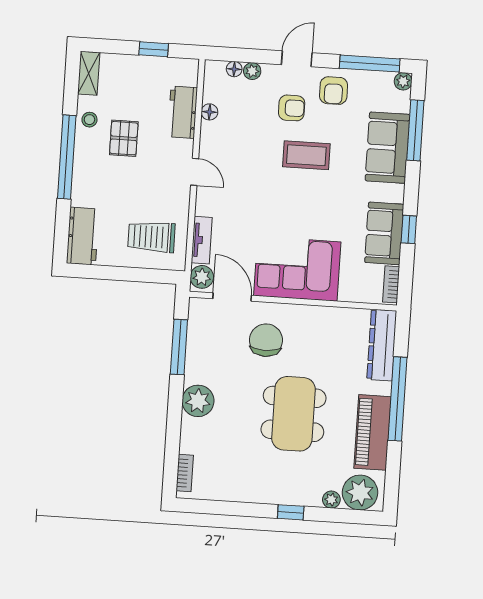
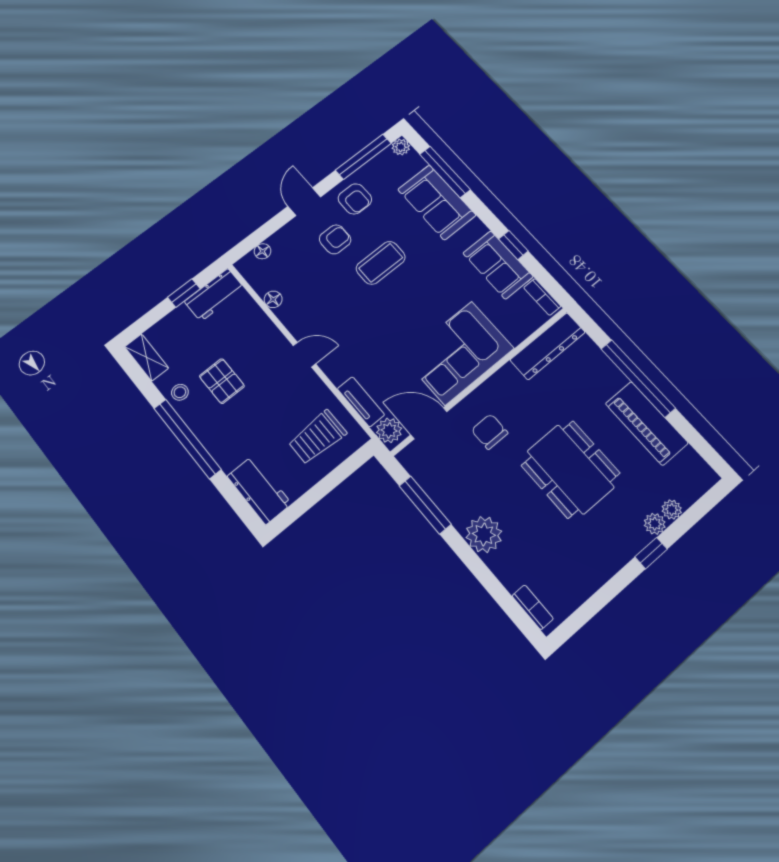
plant: (252, 71) -> (278, 240), removed
workbench: (183, 112) -> (214, 295), moved, turned -90
chair: (266, 340) -> (490, 432), width x0.73, depth x0.73
dresser: (382, 345) -> (548, 346), moved, turned -90
plant: (360, 493) -> (655, 524), moved, width x0.53, depth x0.53

